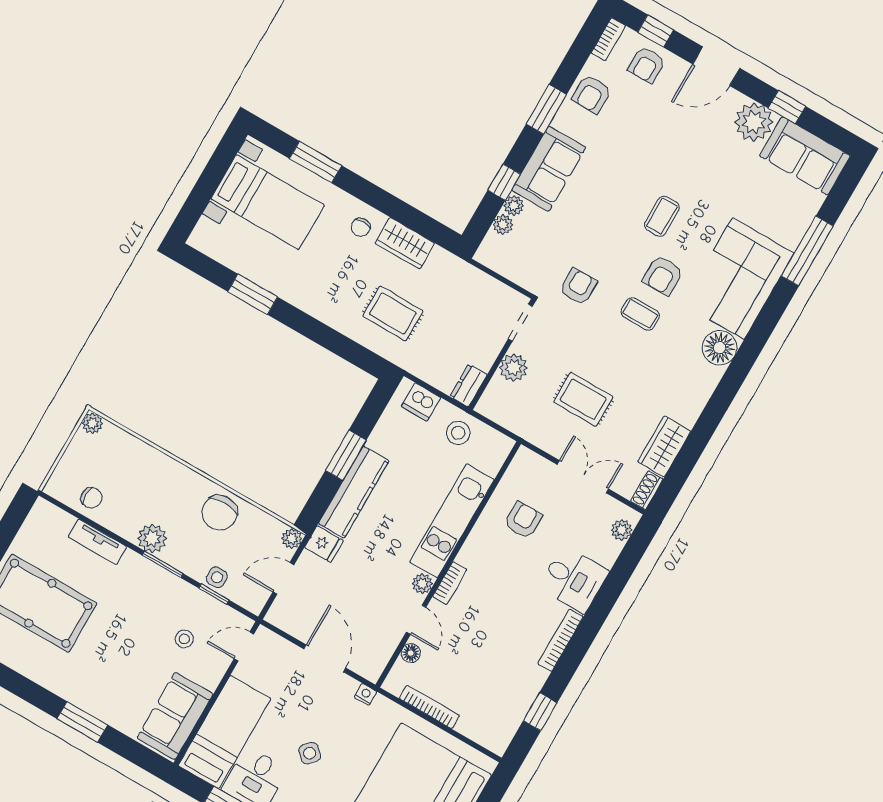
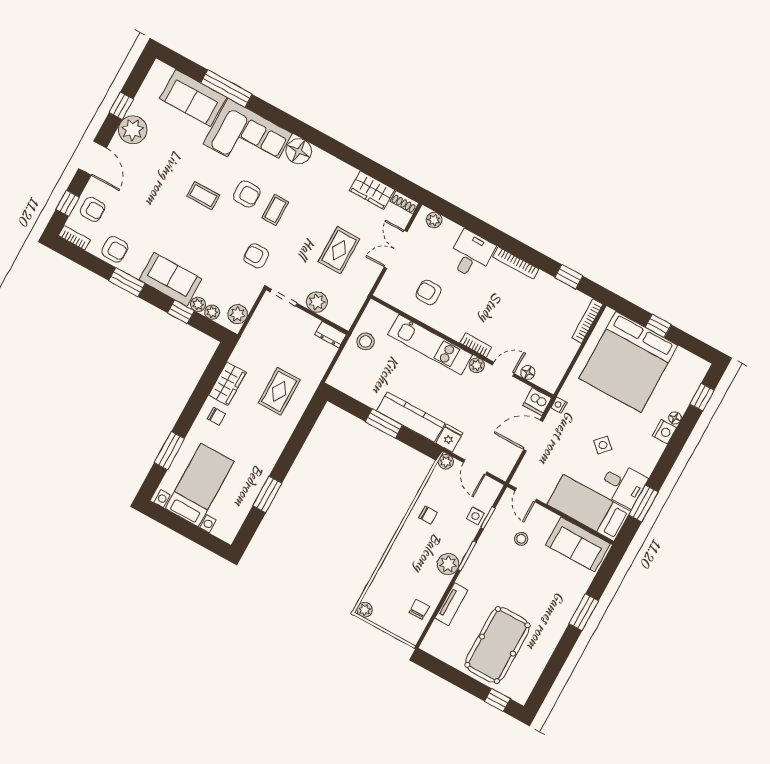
sofa: (805, 156) -> (193, 98), moved, turned 90
plant: (499, 259) -> (238, 314), added
dishwasher: (421, 402) -> (537, 402), moved, turned 90
chair: (220, 513) -> (428, 515), width x0.54, depth x0.54
bookcase: (429, 707) -> (587, 321), moved

